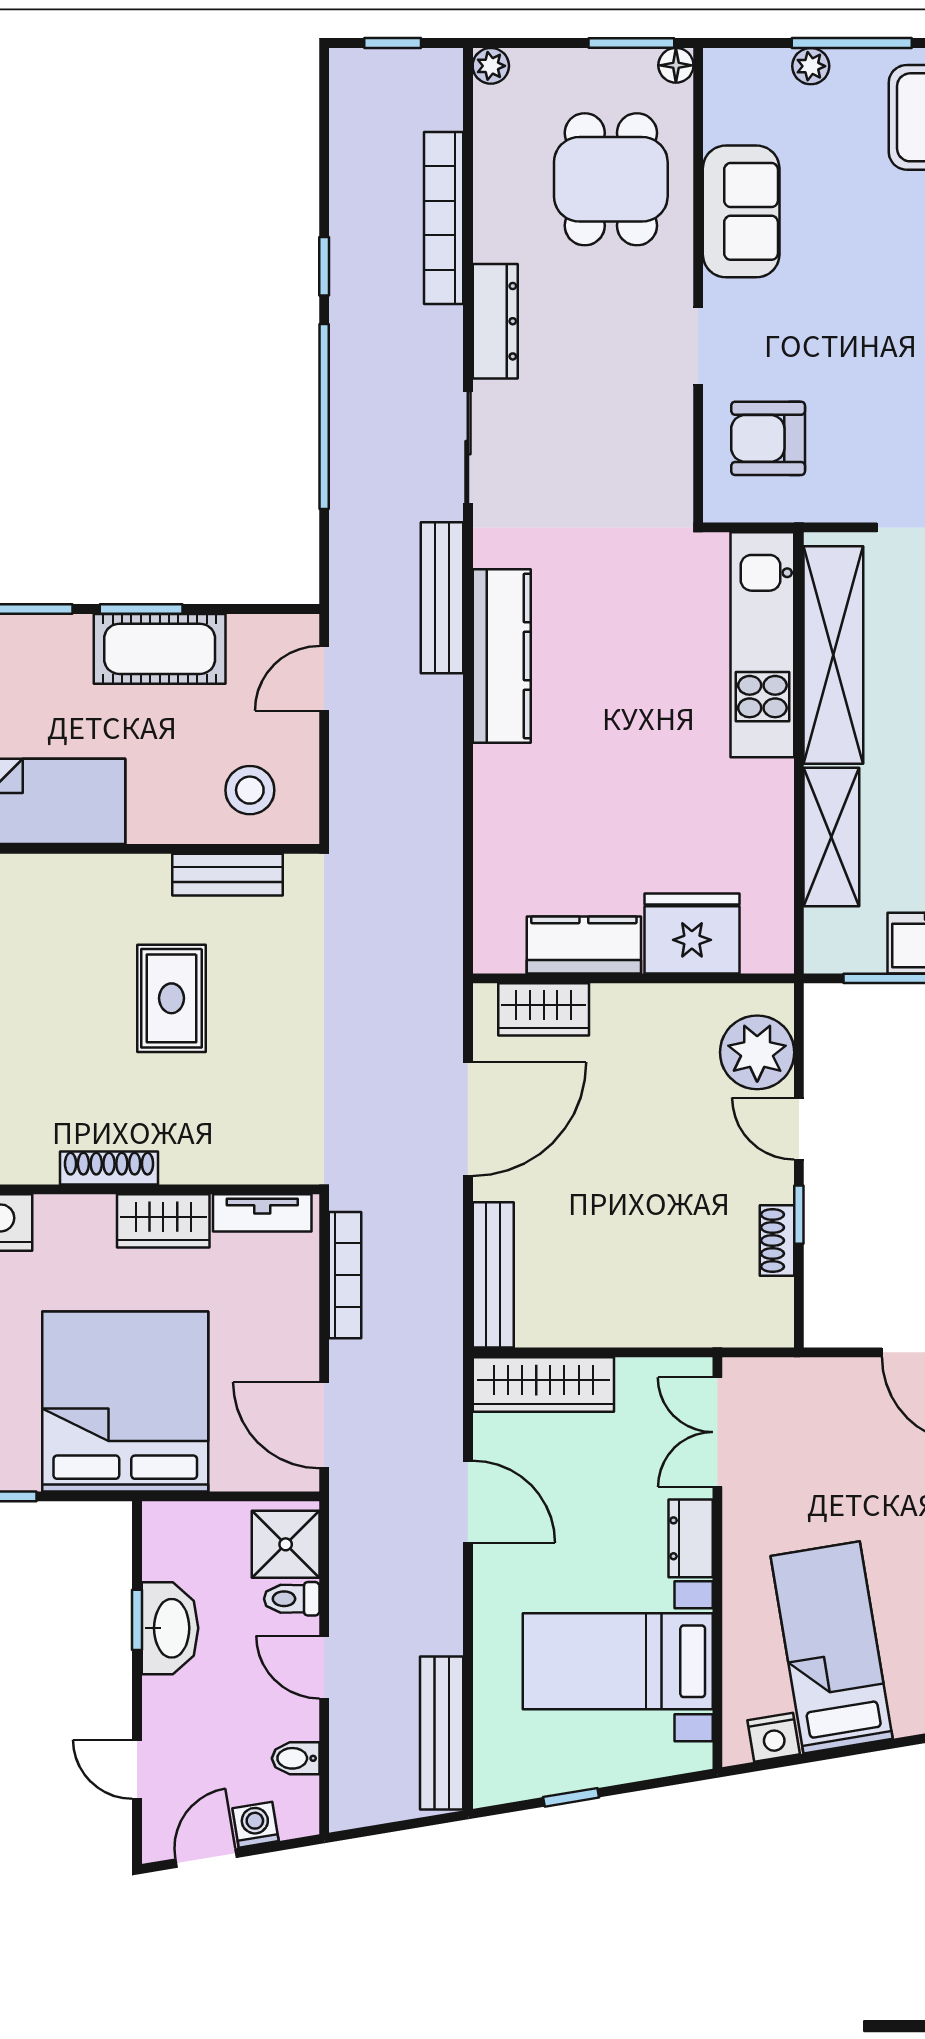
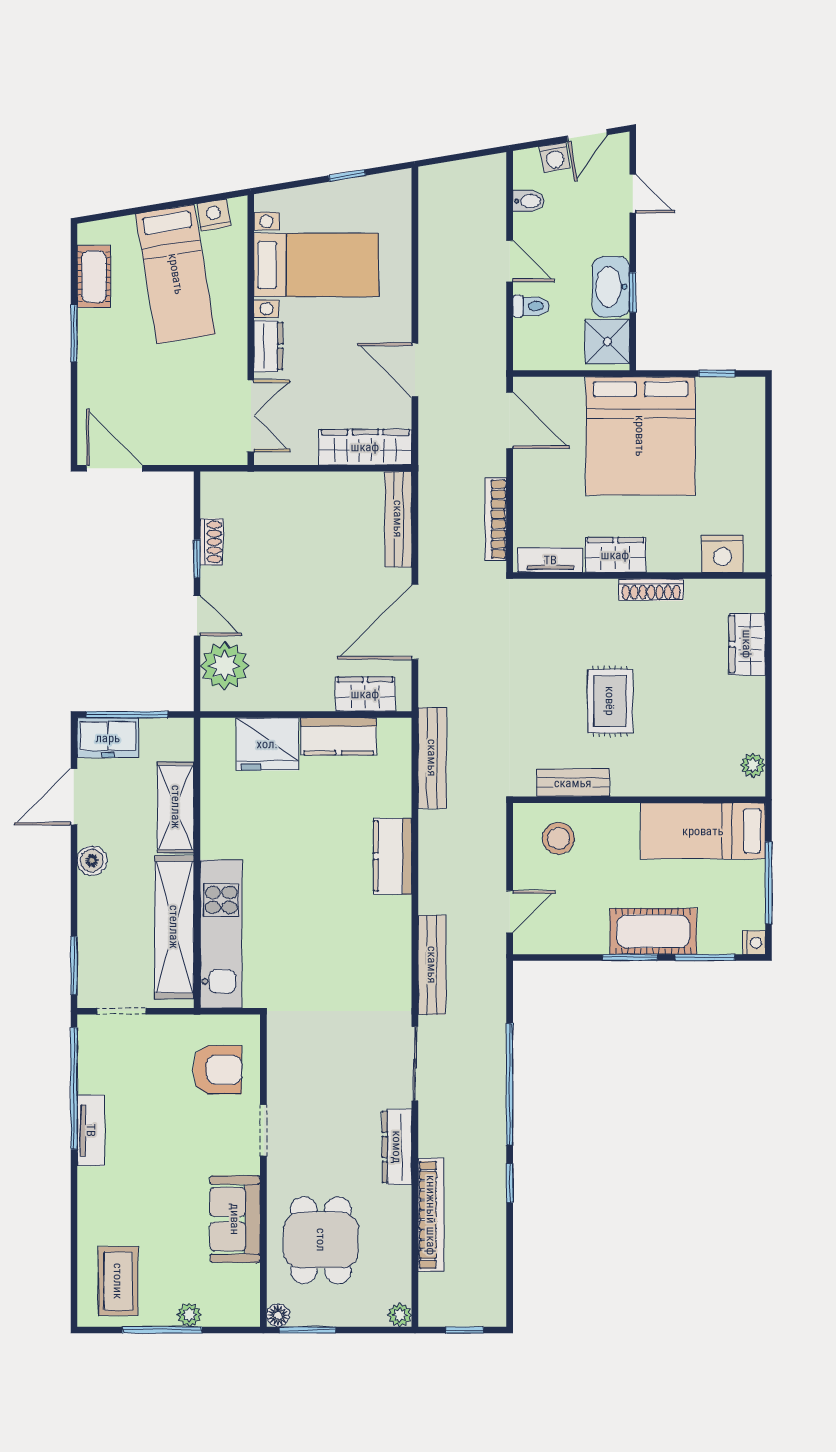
cot: (160, 649) -> (653, 931), moved
kitchen counter: (502, 656) -> (393, 856), moved, width x0.67
shower: (286, 1544) -> (607, 342), moved
bench: (442, 1733) -> (432, 758), moved

